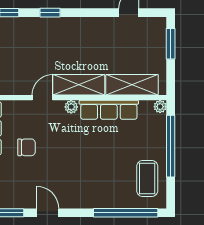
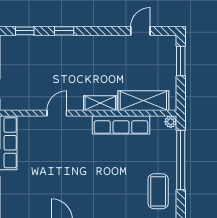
shelving: (79, 85) -> (100, 103), width x0.67, depth x0.75
plant: (71, 107) -> (85, 122), removed
chair: (26, 147) -> (41, 161), removed

